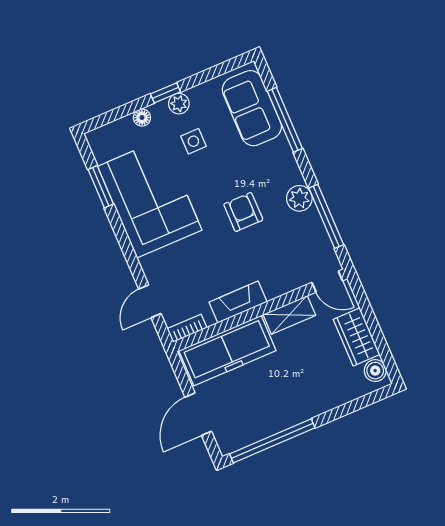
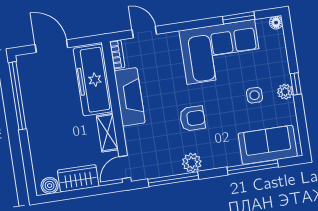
floor lamp: (142, 118) -> (276, 23), moved
fireplace: (238, 302) -> (130, 97), width x1.37, depth x1.32

